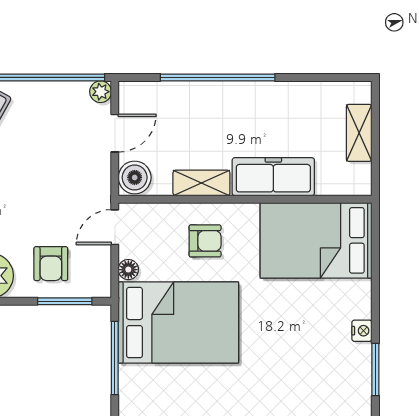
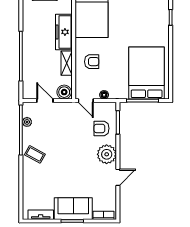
plant: (101, 92) -> (27, 122), moved
armchair: (205, 241) -> (92, 62), turned 90
armchair: (51, 264) -> (102, 128), turned 180
bed: (178, 323) -> (147, 73), moved

